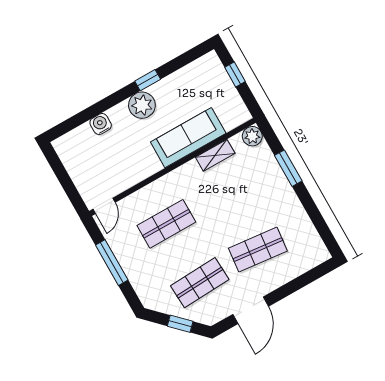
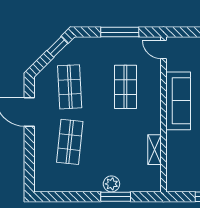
plant: (252, 136) -> (111, 184), moved
sofa: (188, 138) -> (178, 101), moved
window: (180, 324) -> (57, 47), moved

